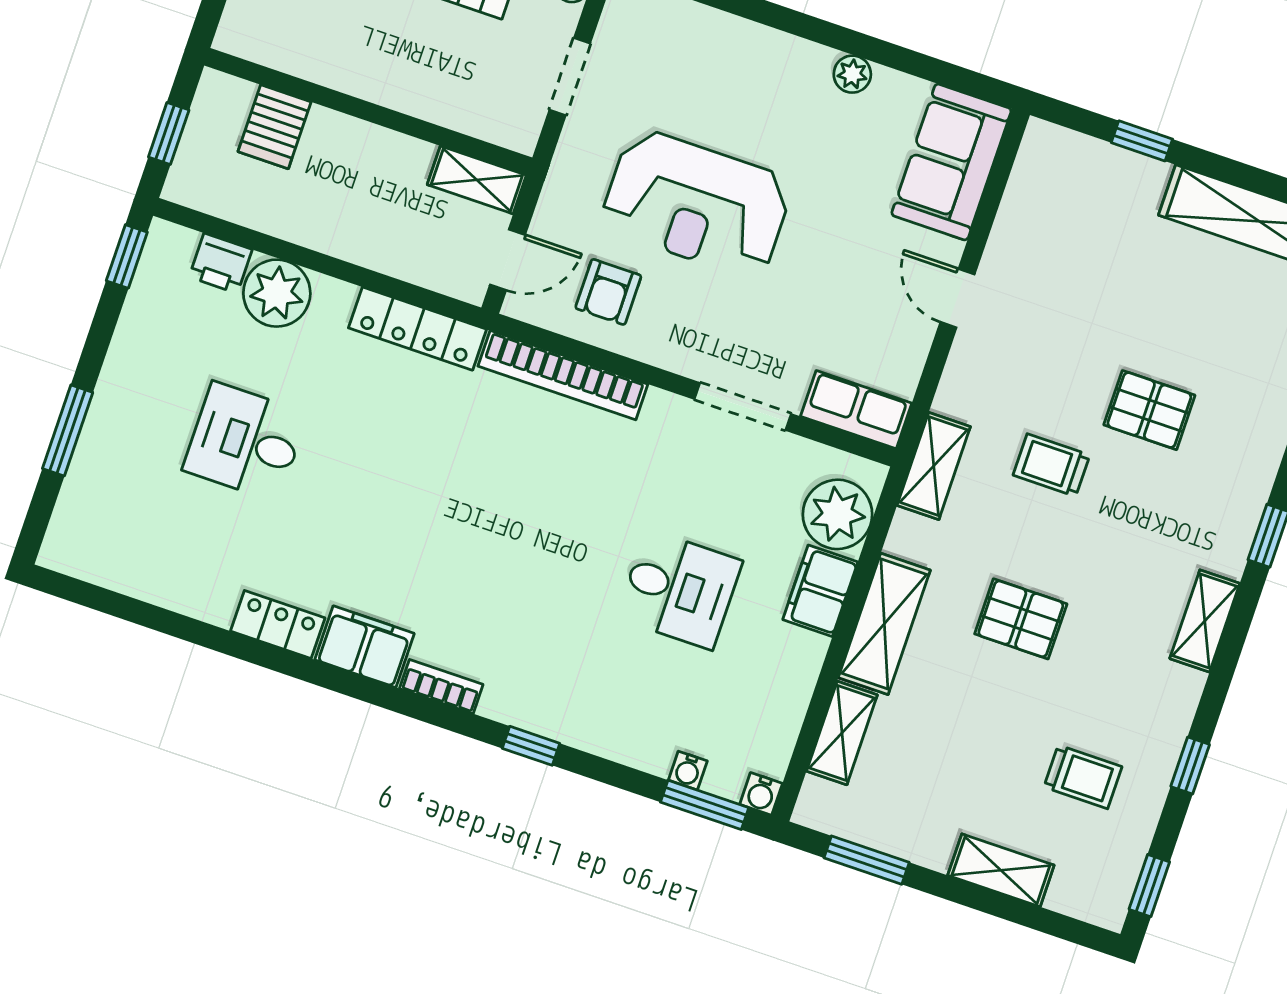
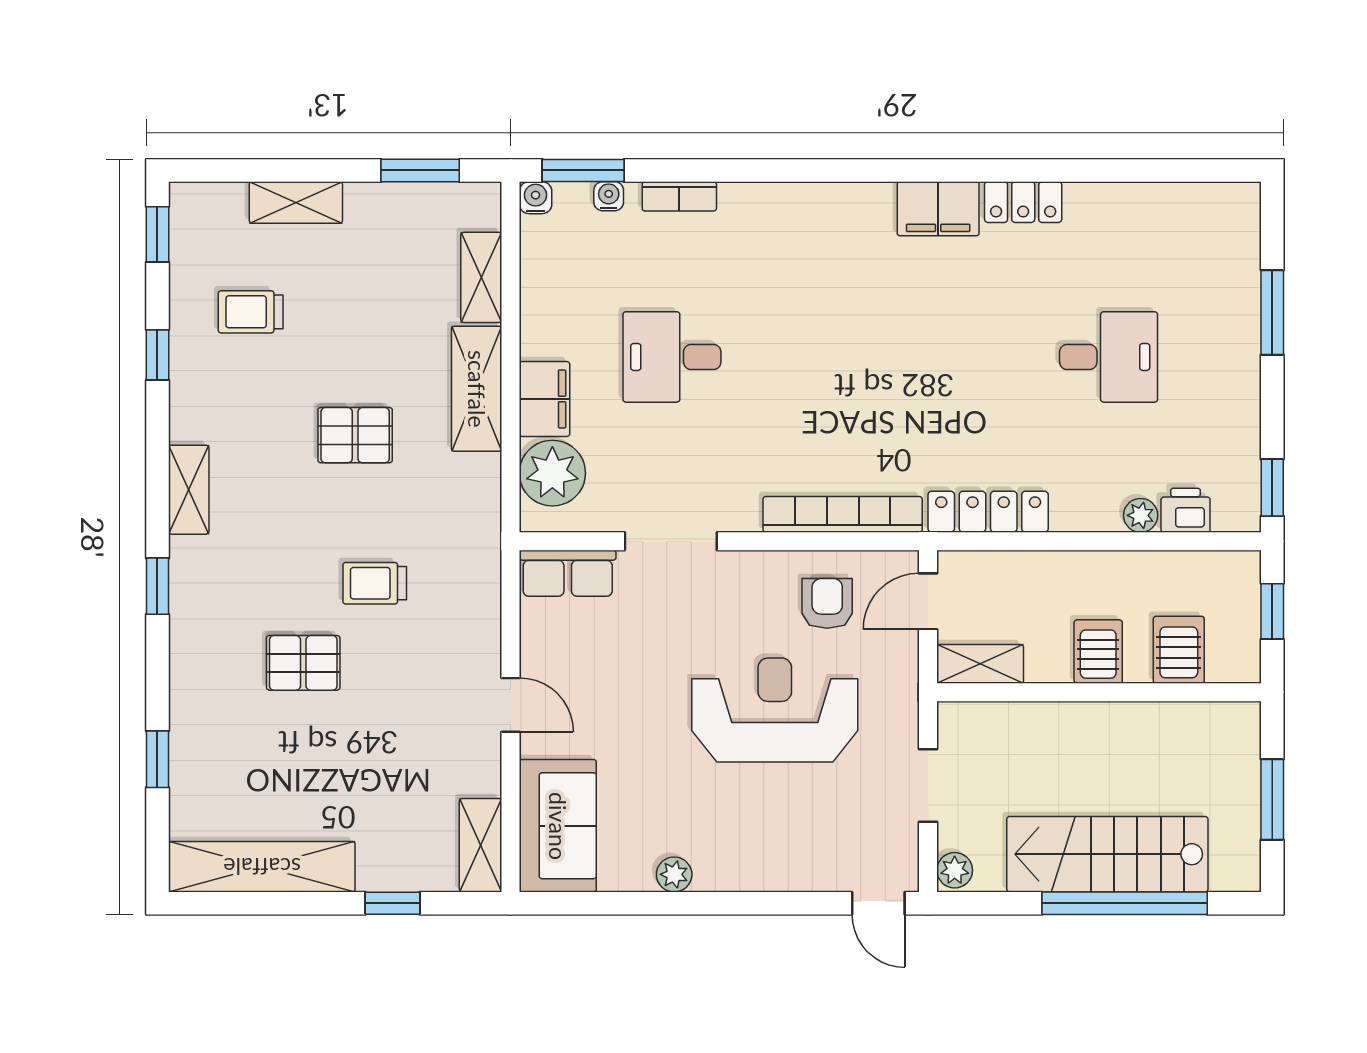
server rack: (355, 152) -> (1098, 652), added
plant: (277, 293) -> (1141, 515), width x0.53, depth x0.53
trolley: (1051, 465) -> (375, 583), turned 180
shelving: (934, 466) -> (481, 845), moved
bookcase: (441, 687) -> (679, 196), moved
window: (531, 746) -> (758, 170), removed

